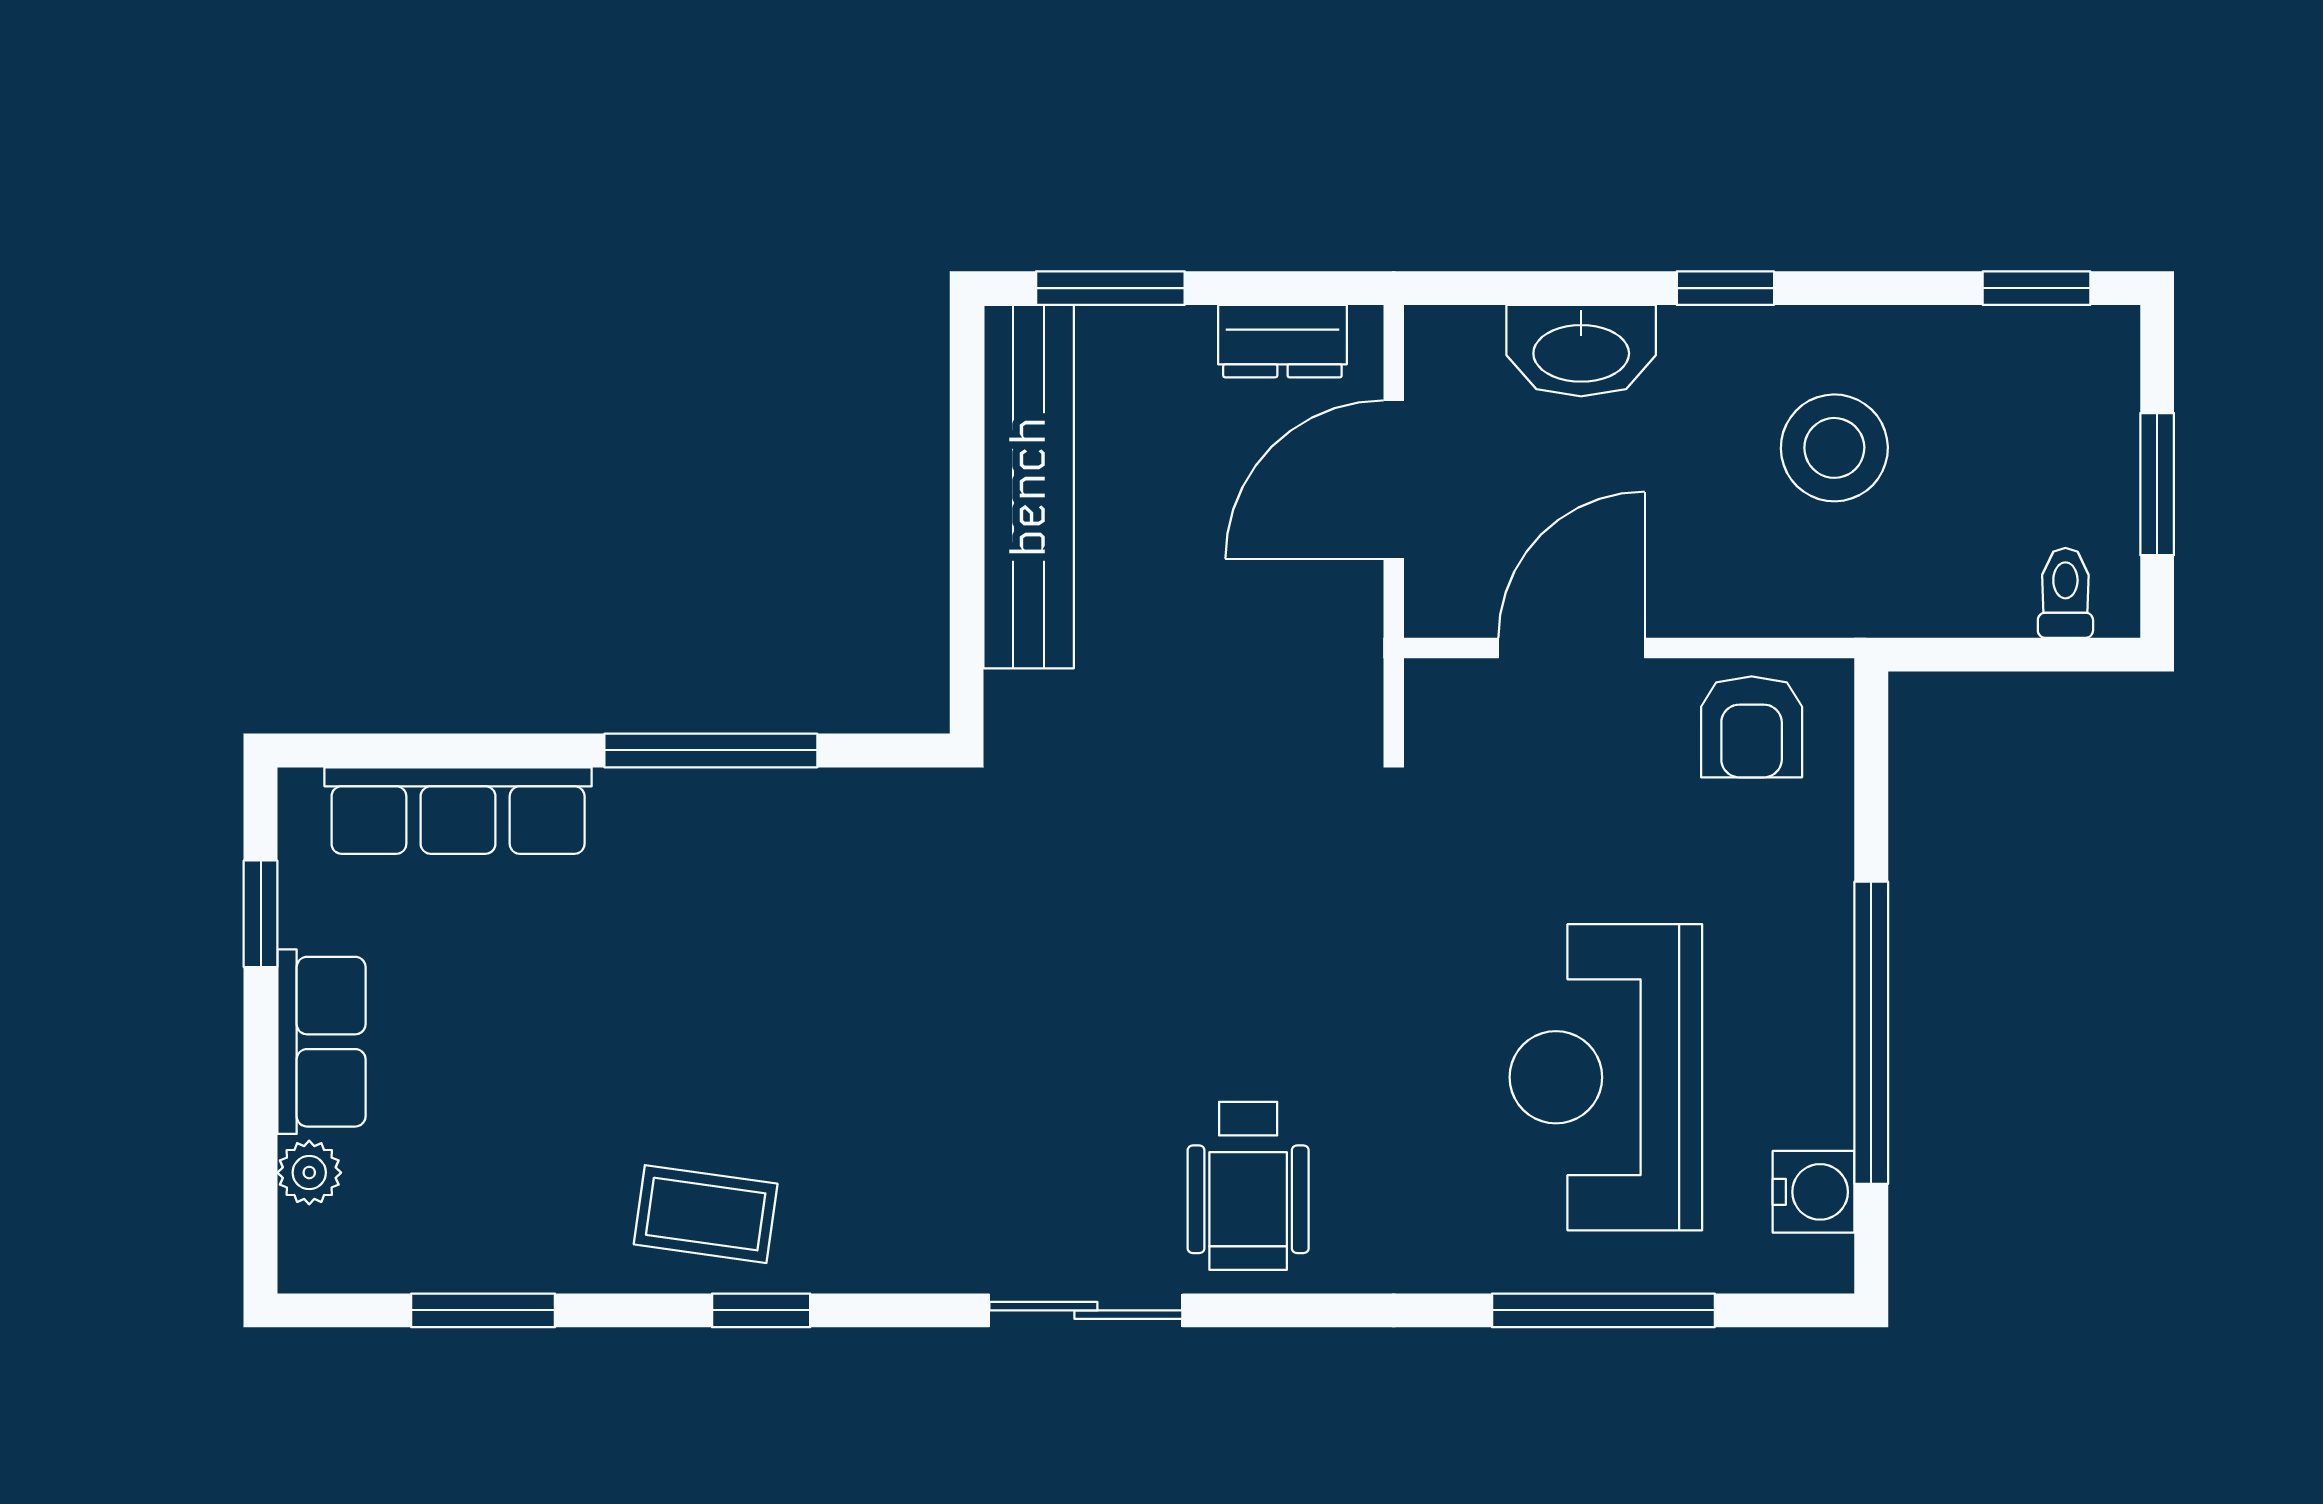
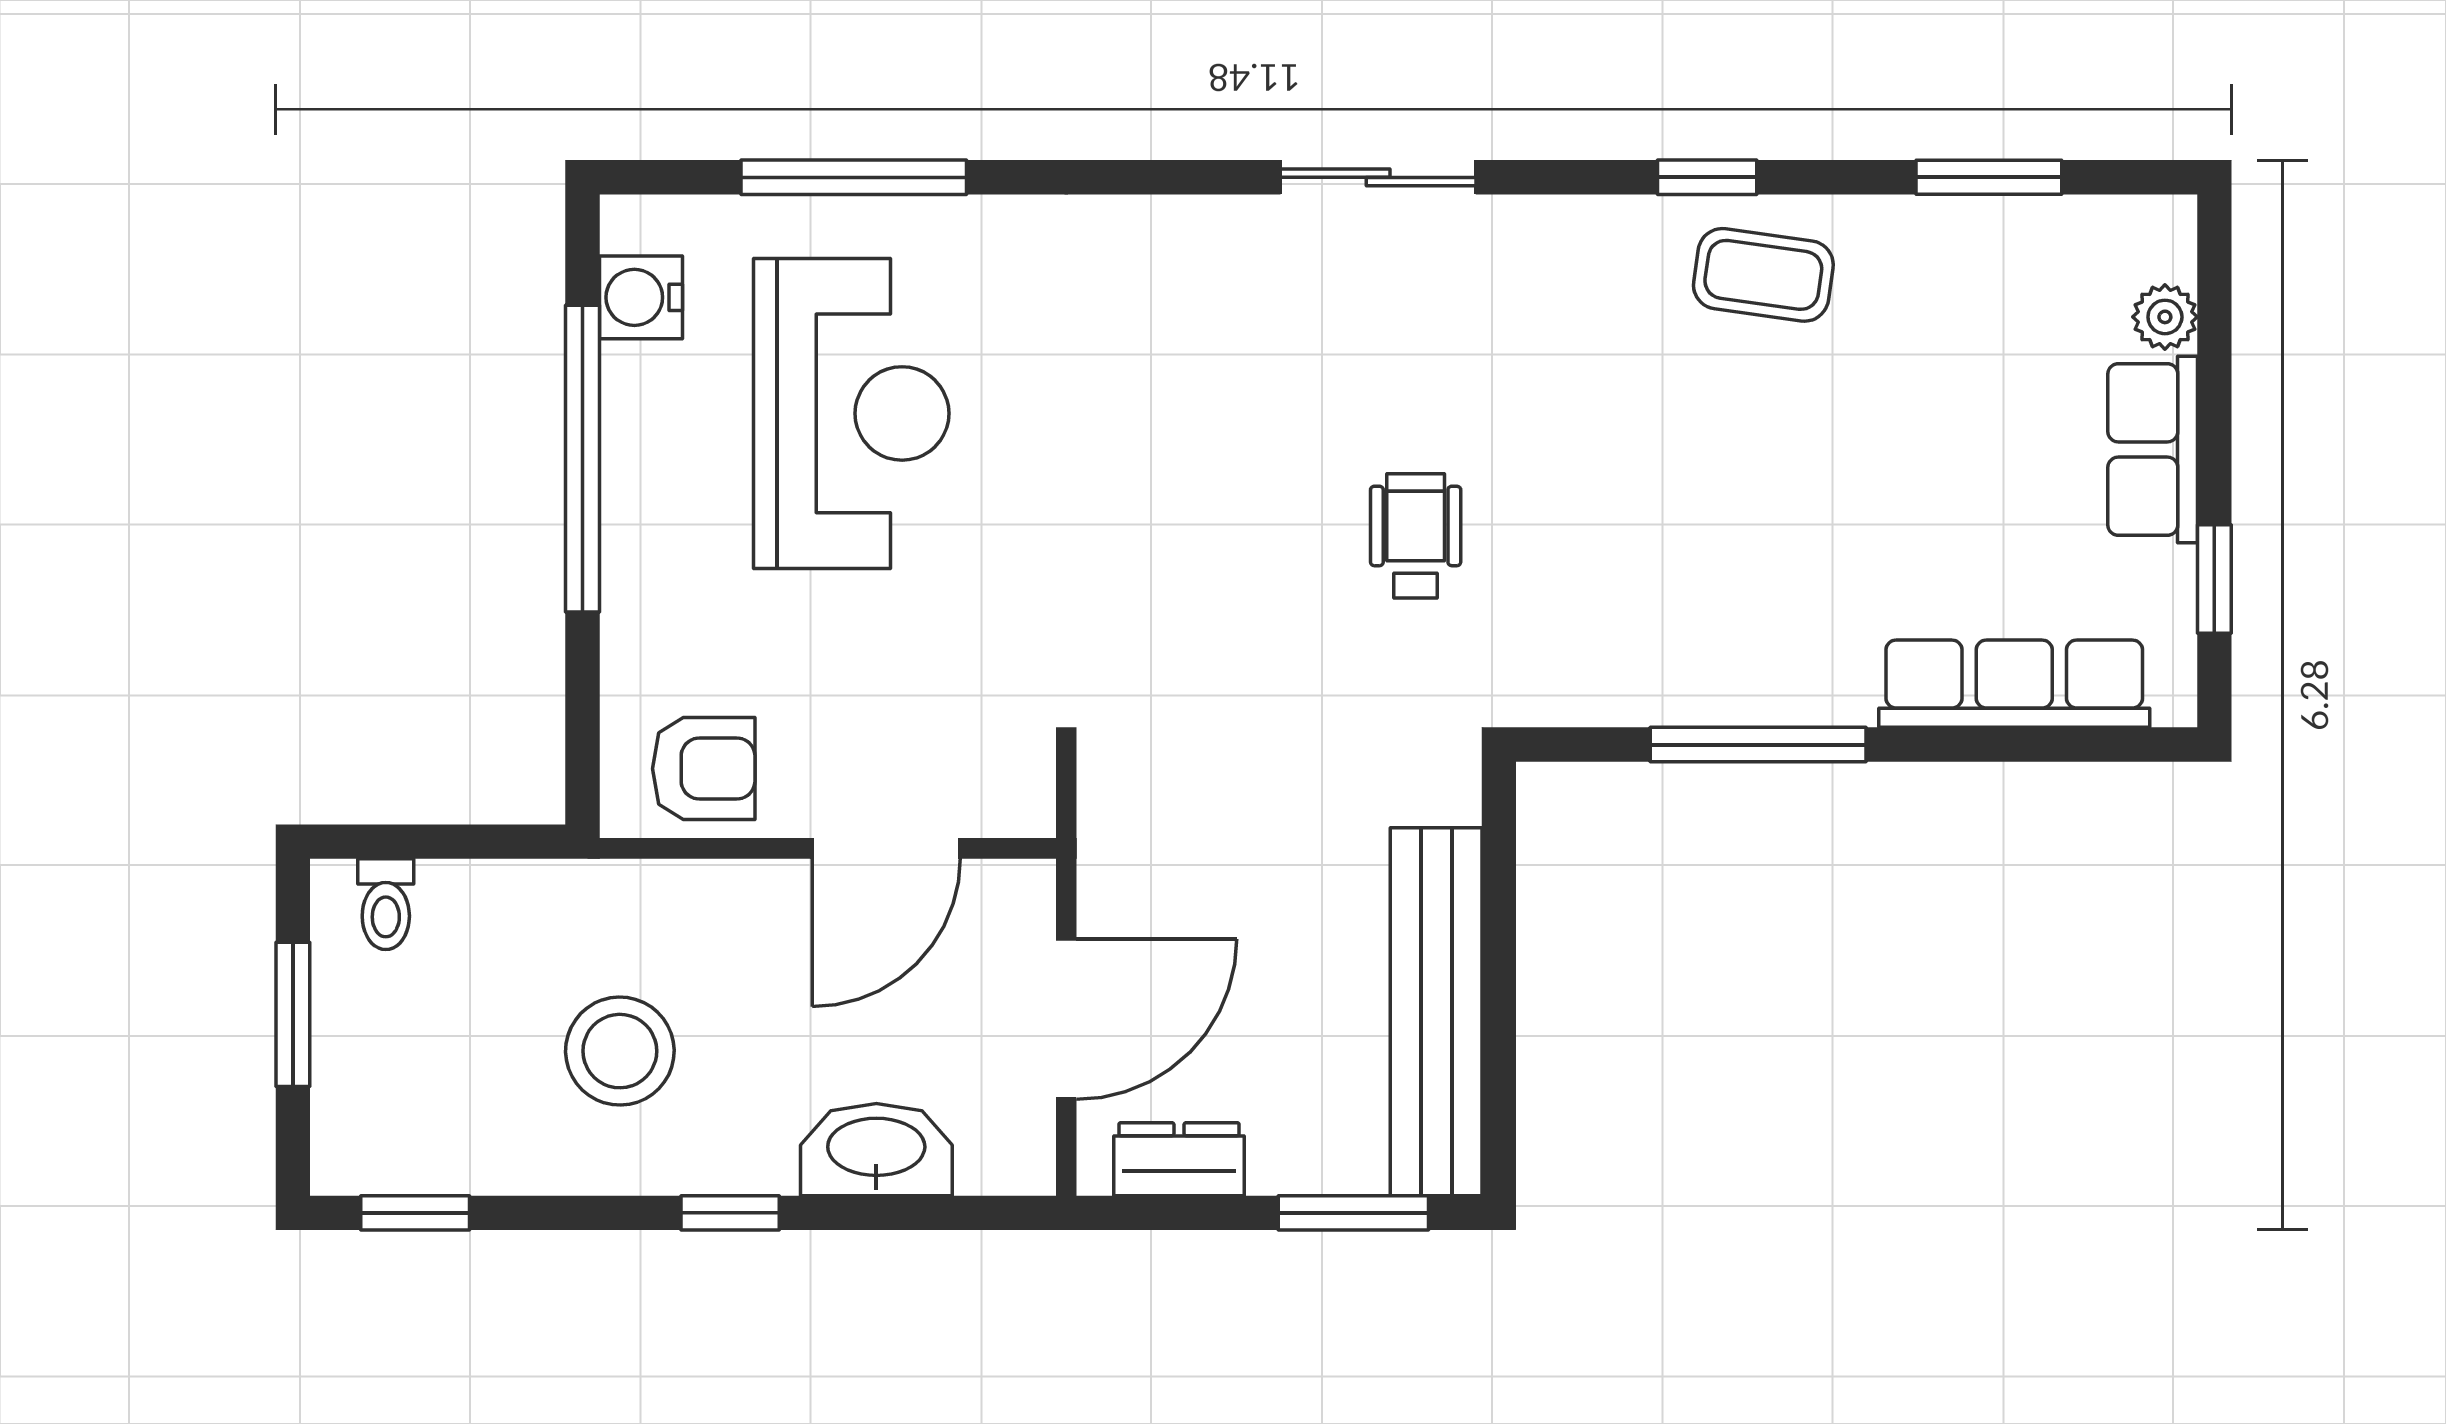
armchair: (1752, 727) -> (704, 769), turned 90
wheelchair: (1248, 1186) -> (1416, 536), moved, width x0.73, depth x0.73

